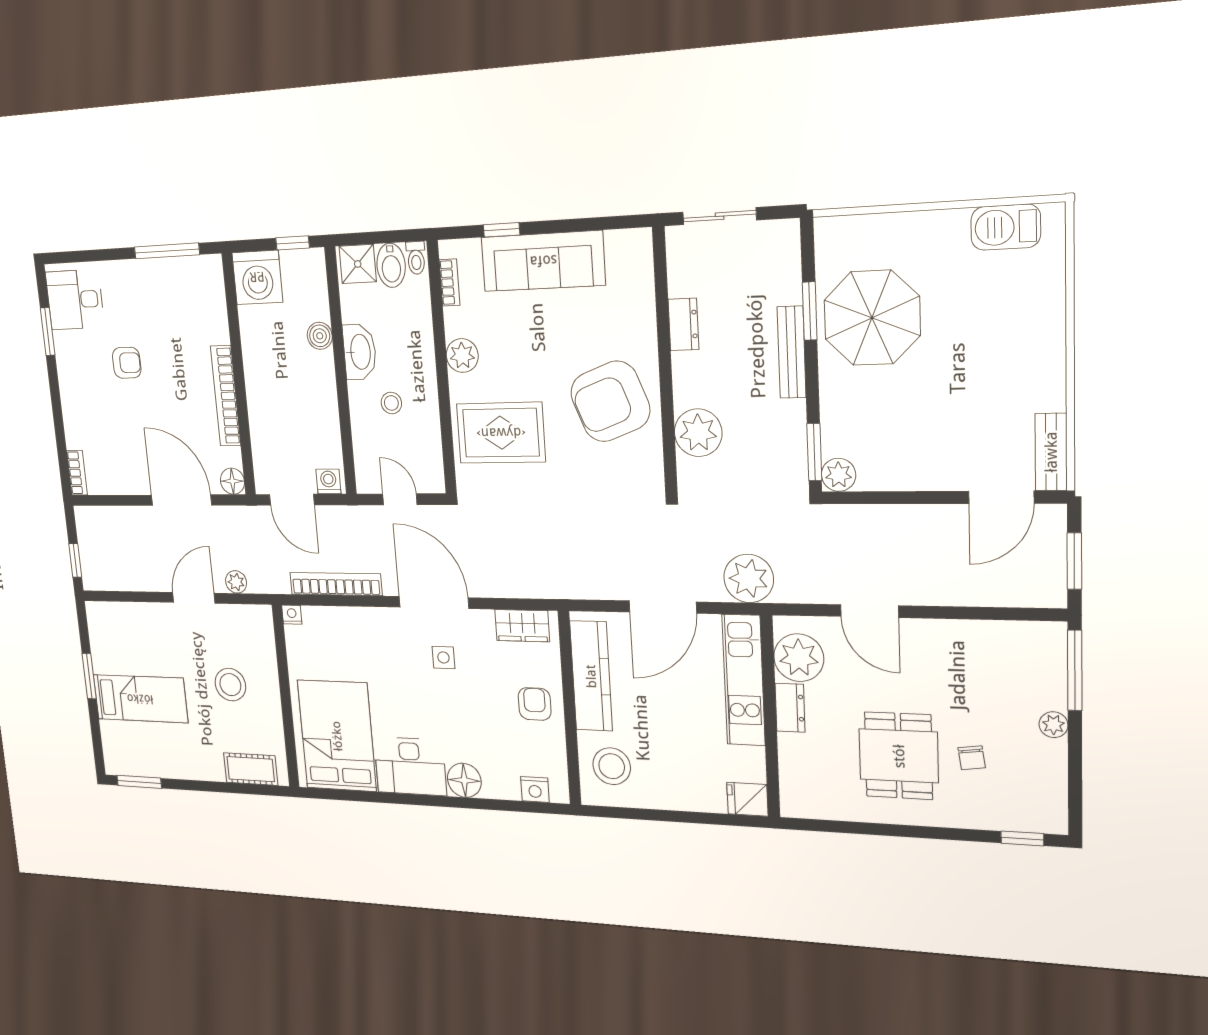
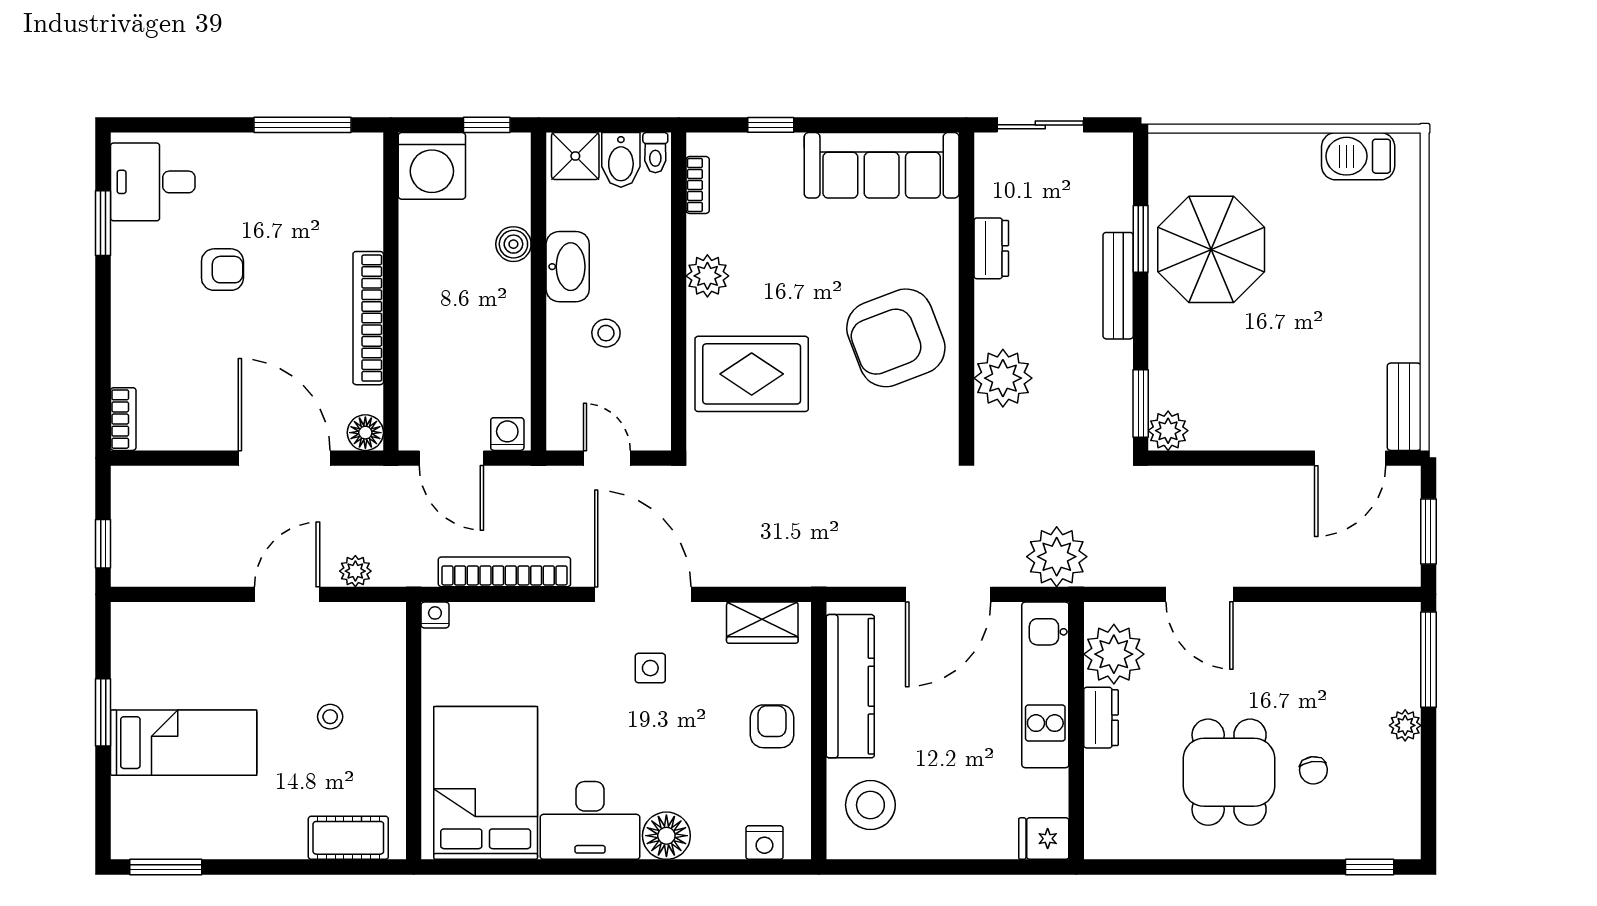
sofa: (543, 261) -> (882, 165), moved
stool: (230, 685) -> (330, 717), width x0.53, depth x0.53

